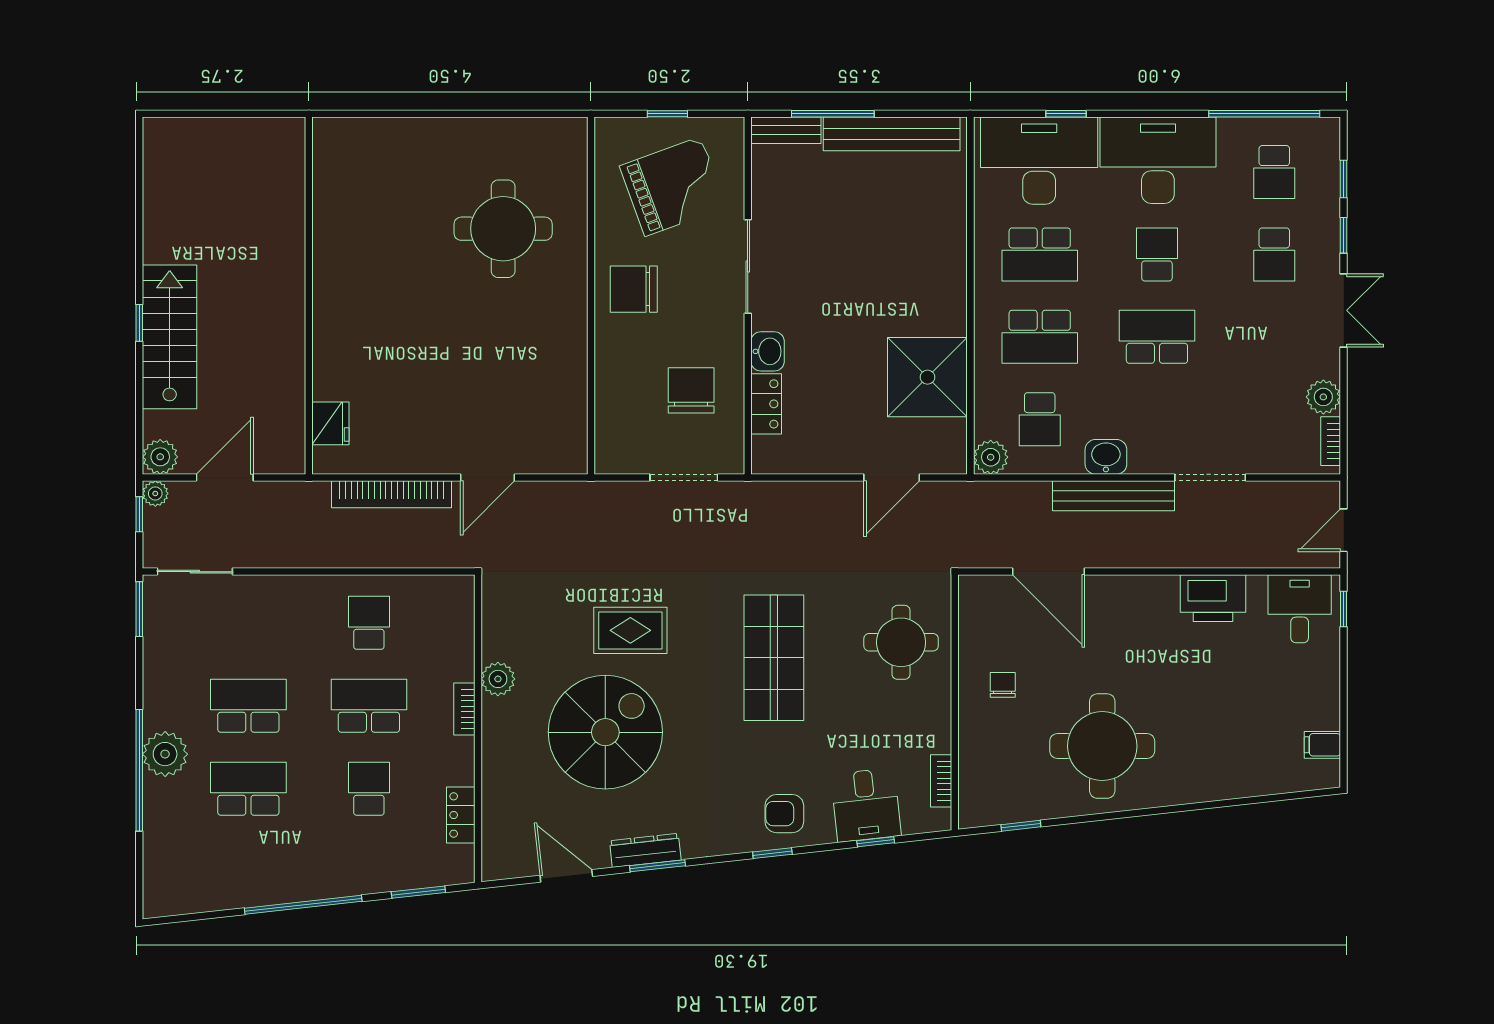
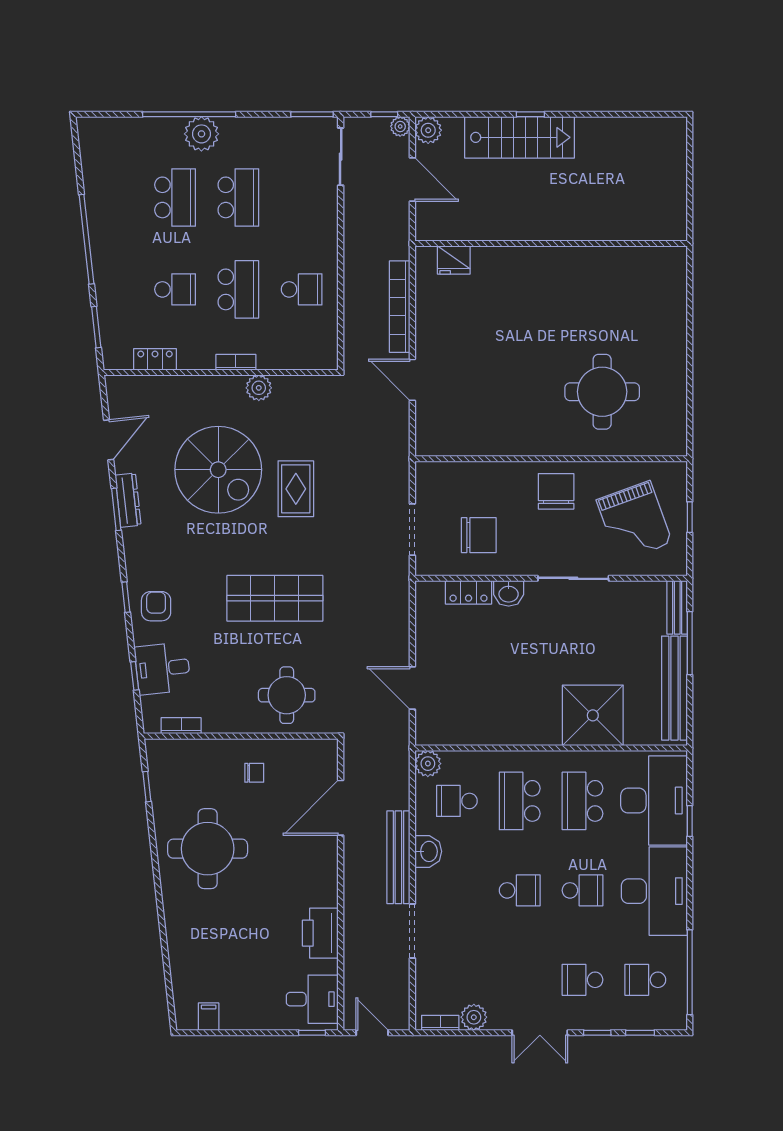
school desk: (1157, 337) -> (520, 890), width x0.54
shower: (927, 377) -> (593, 715), moved

